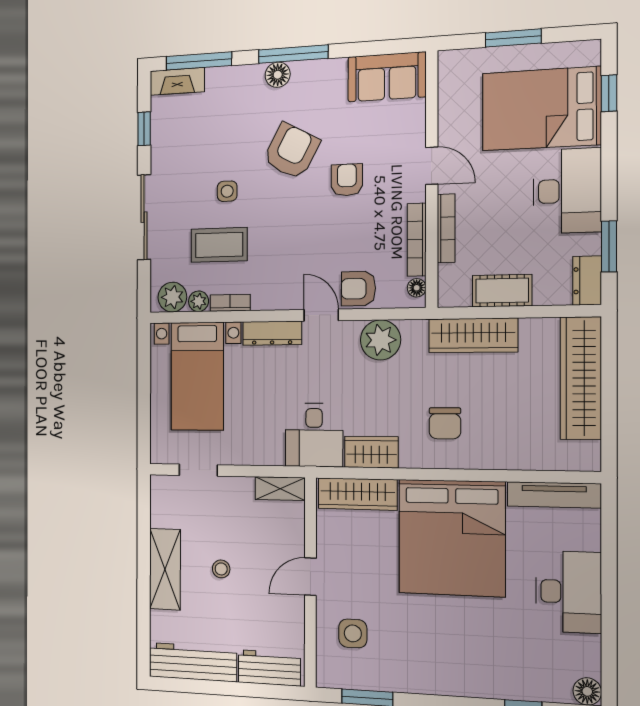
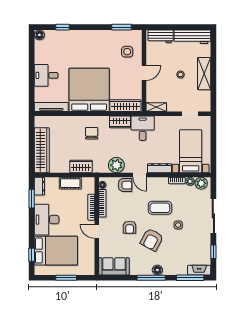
coffee table: (219, 245) -> (160, 208), moved
wardrobe: (473, 335) -> (81, 166), width x0.67
desk: (568, 592) -> (46, 75), width x0.73

